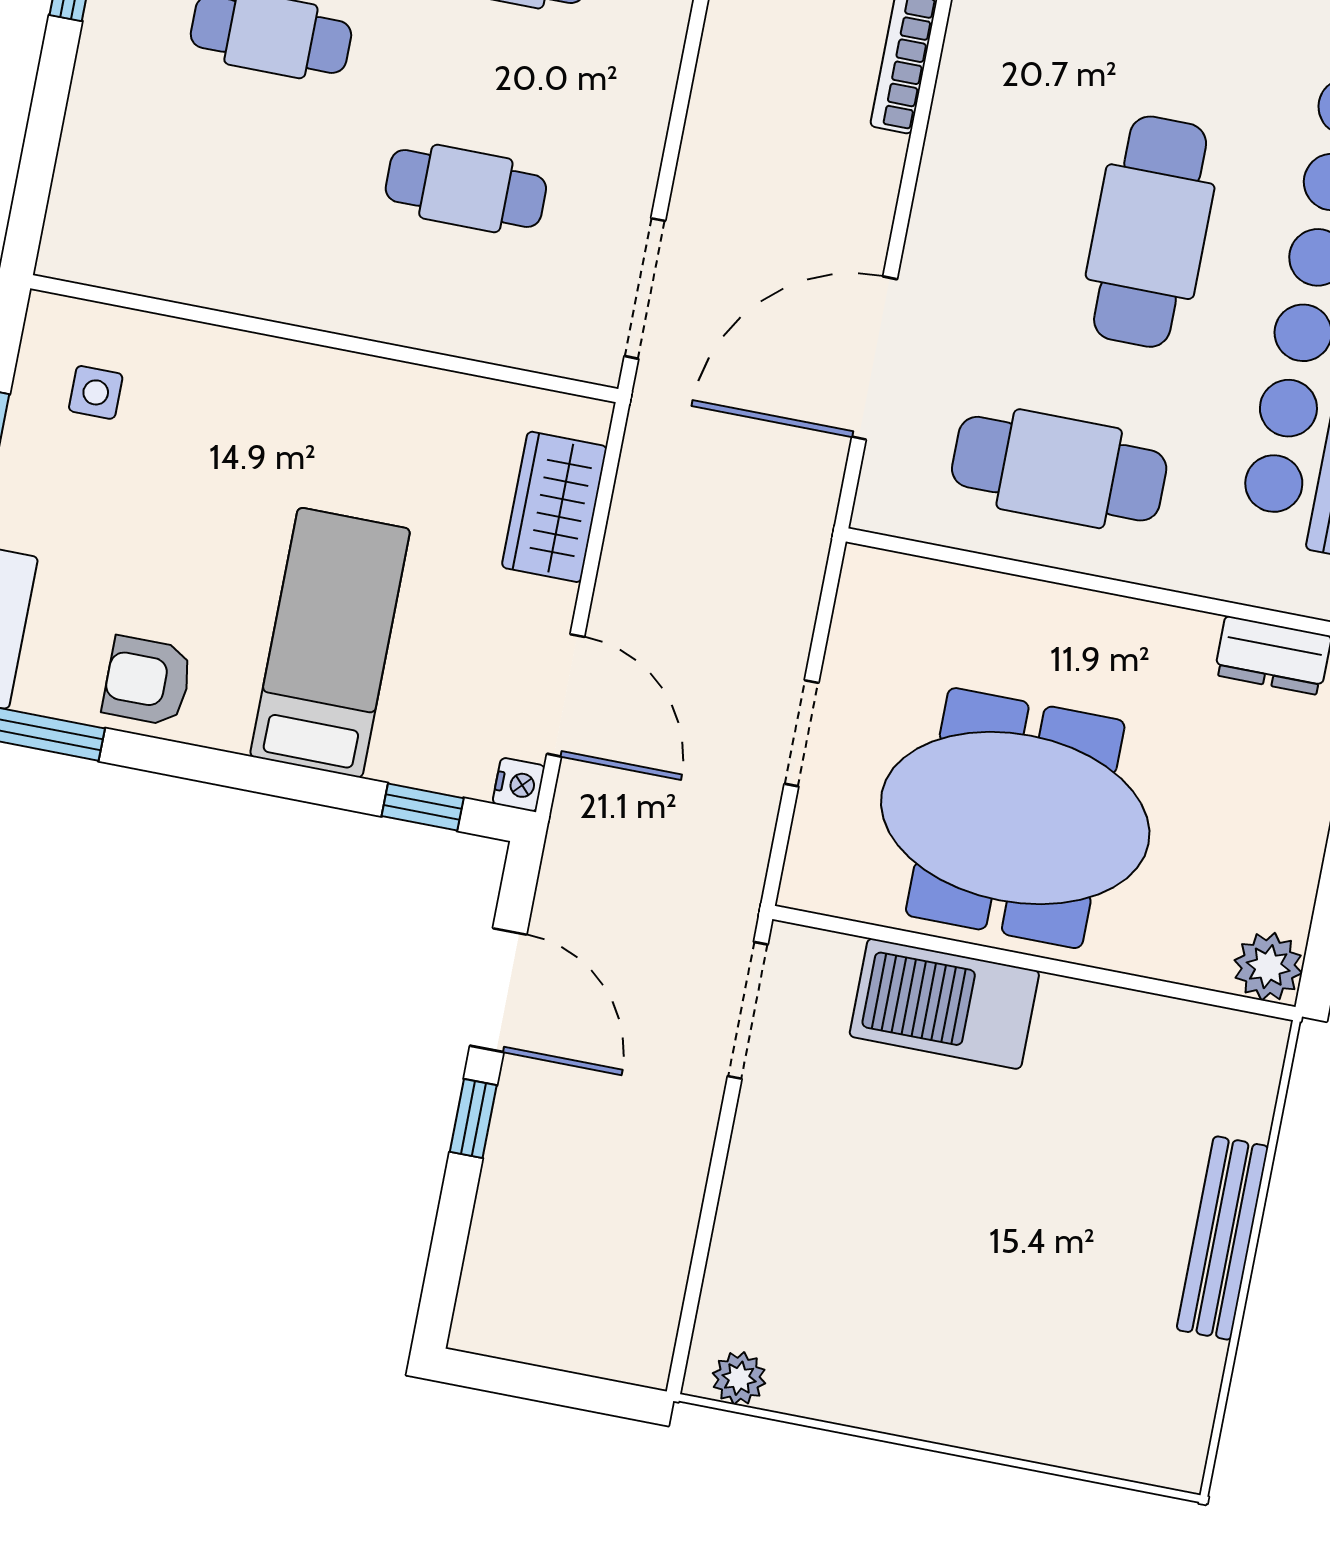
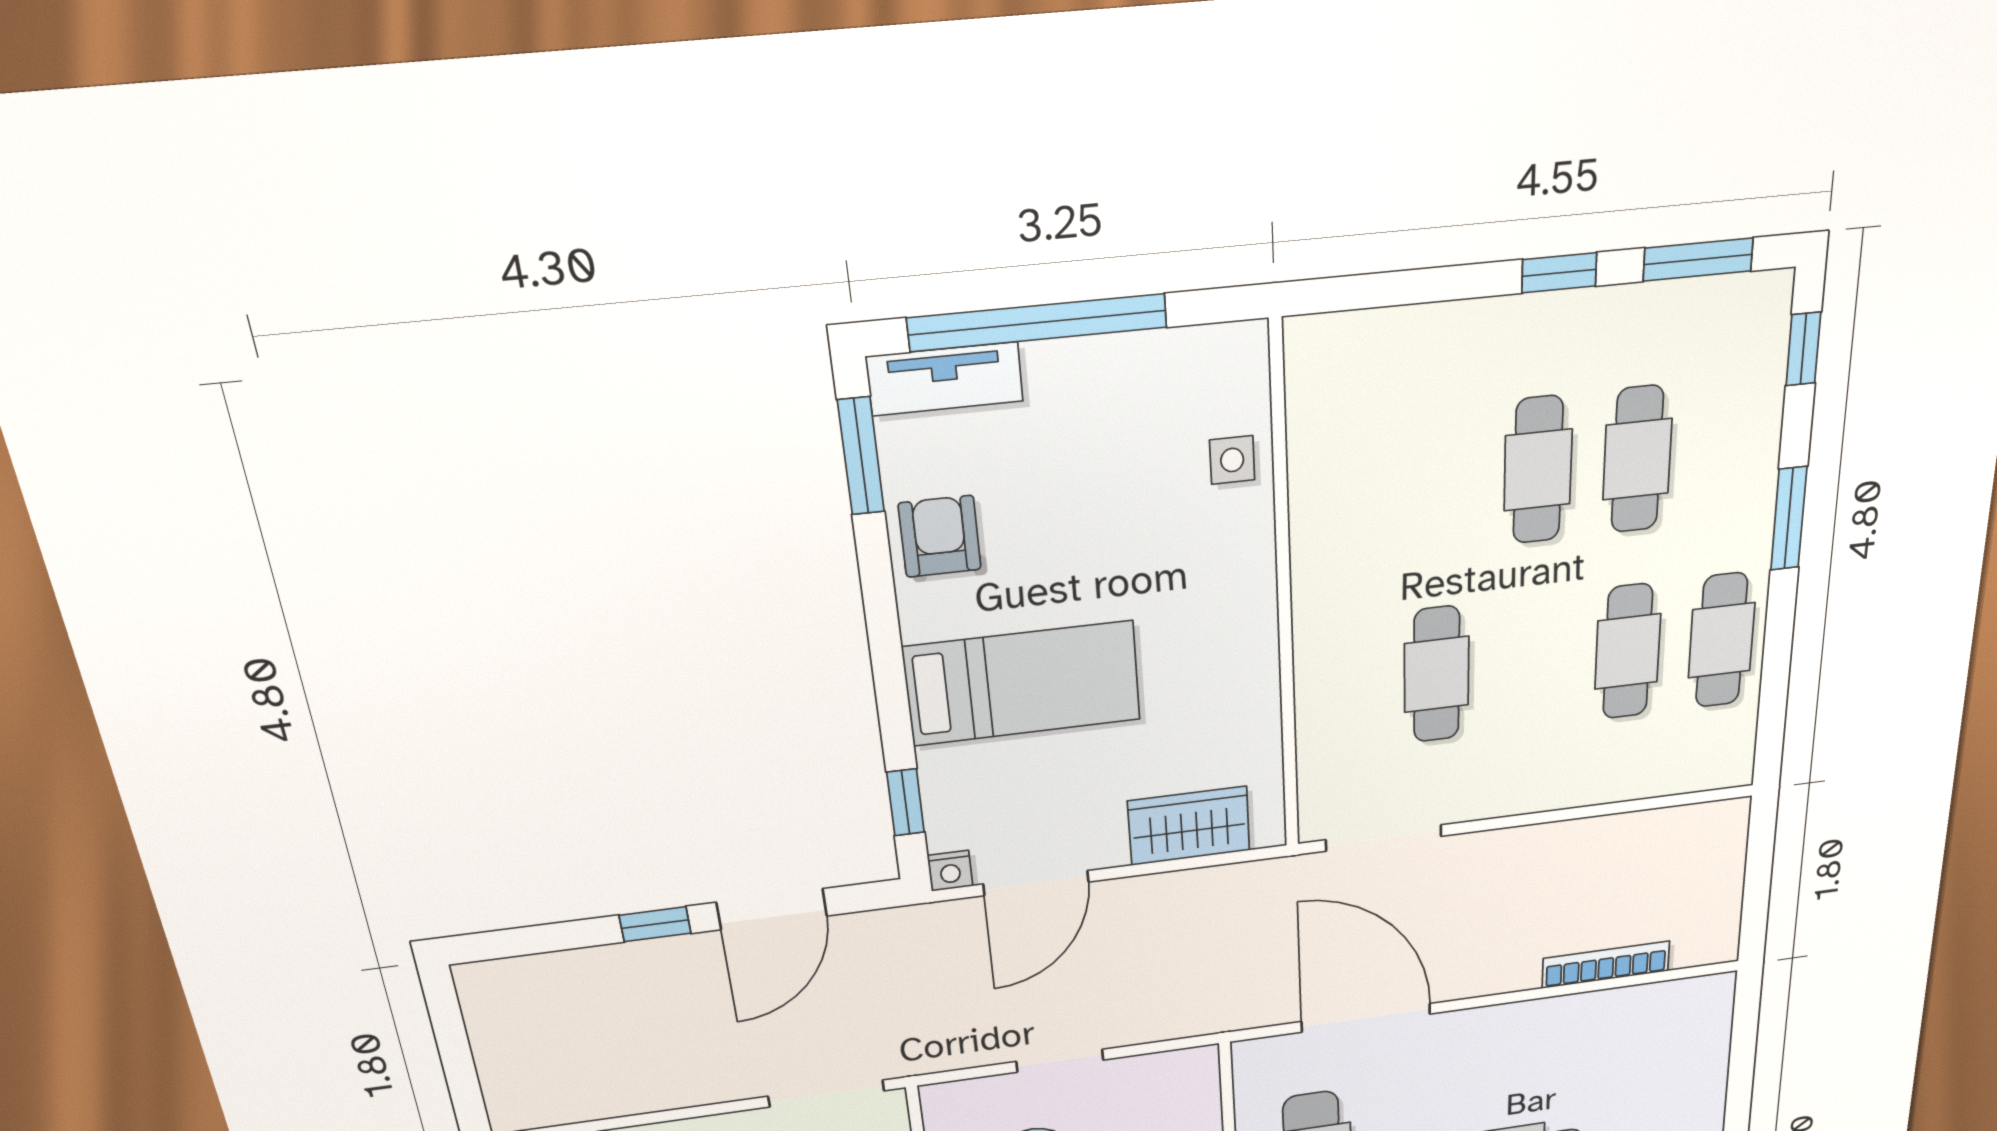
side table: (96, 392) -> (1232, 460), moved

